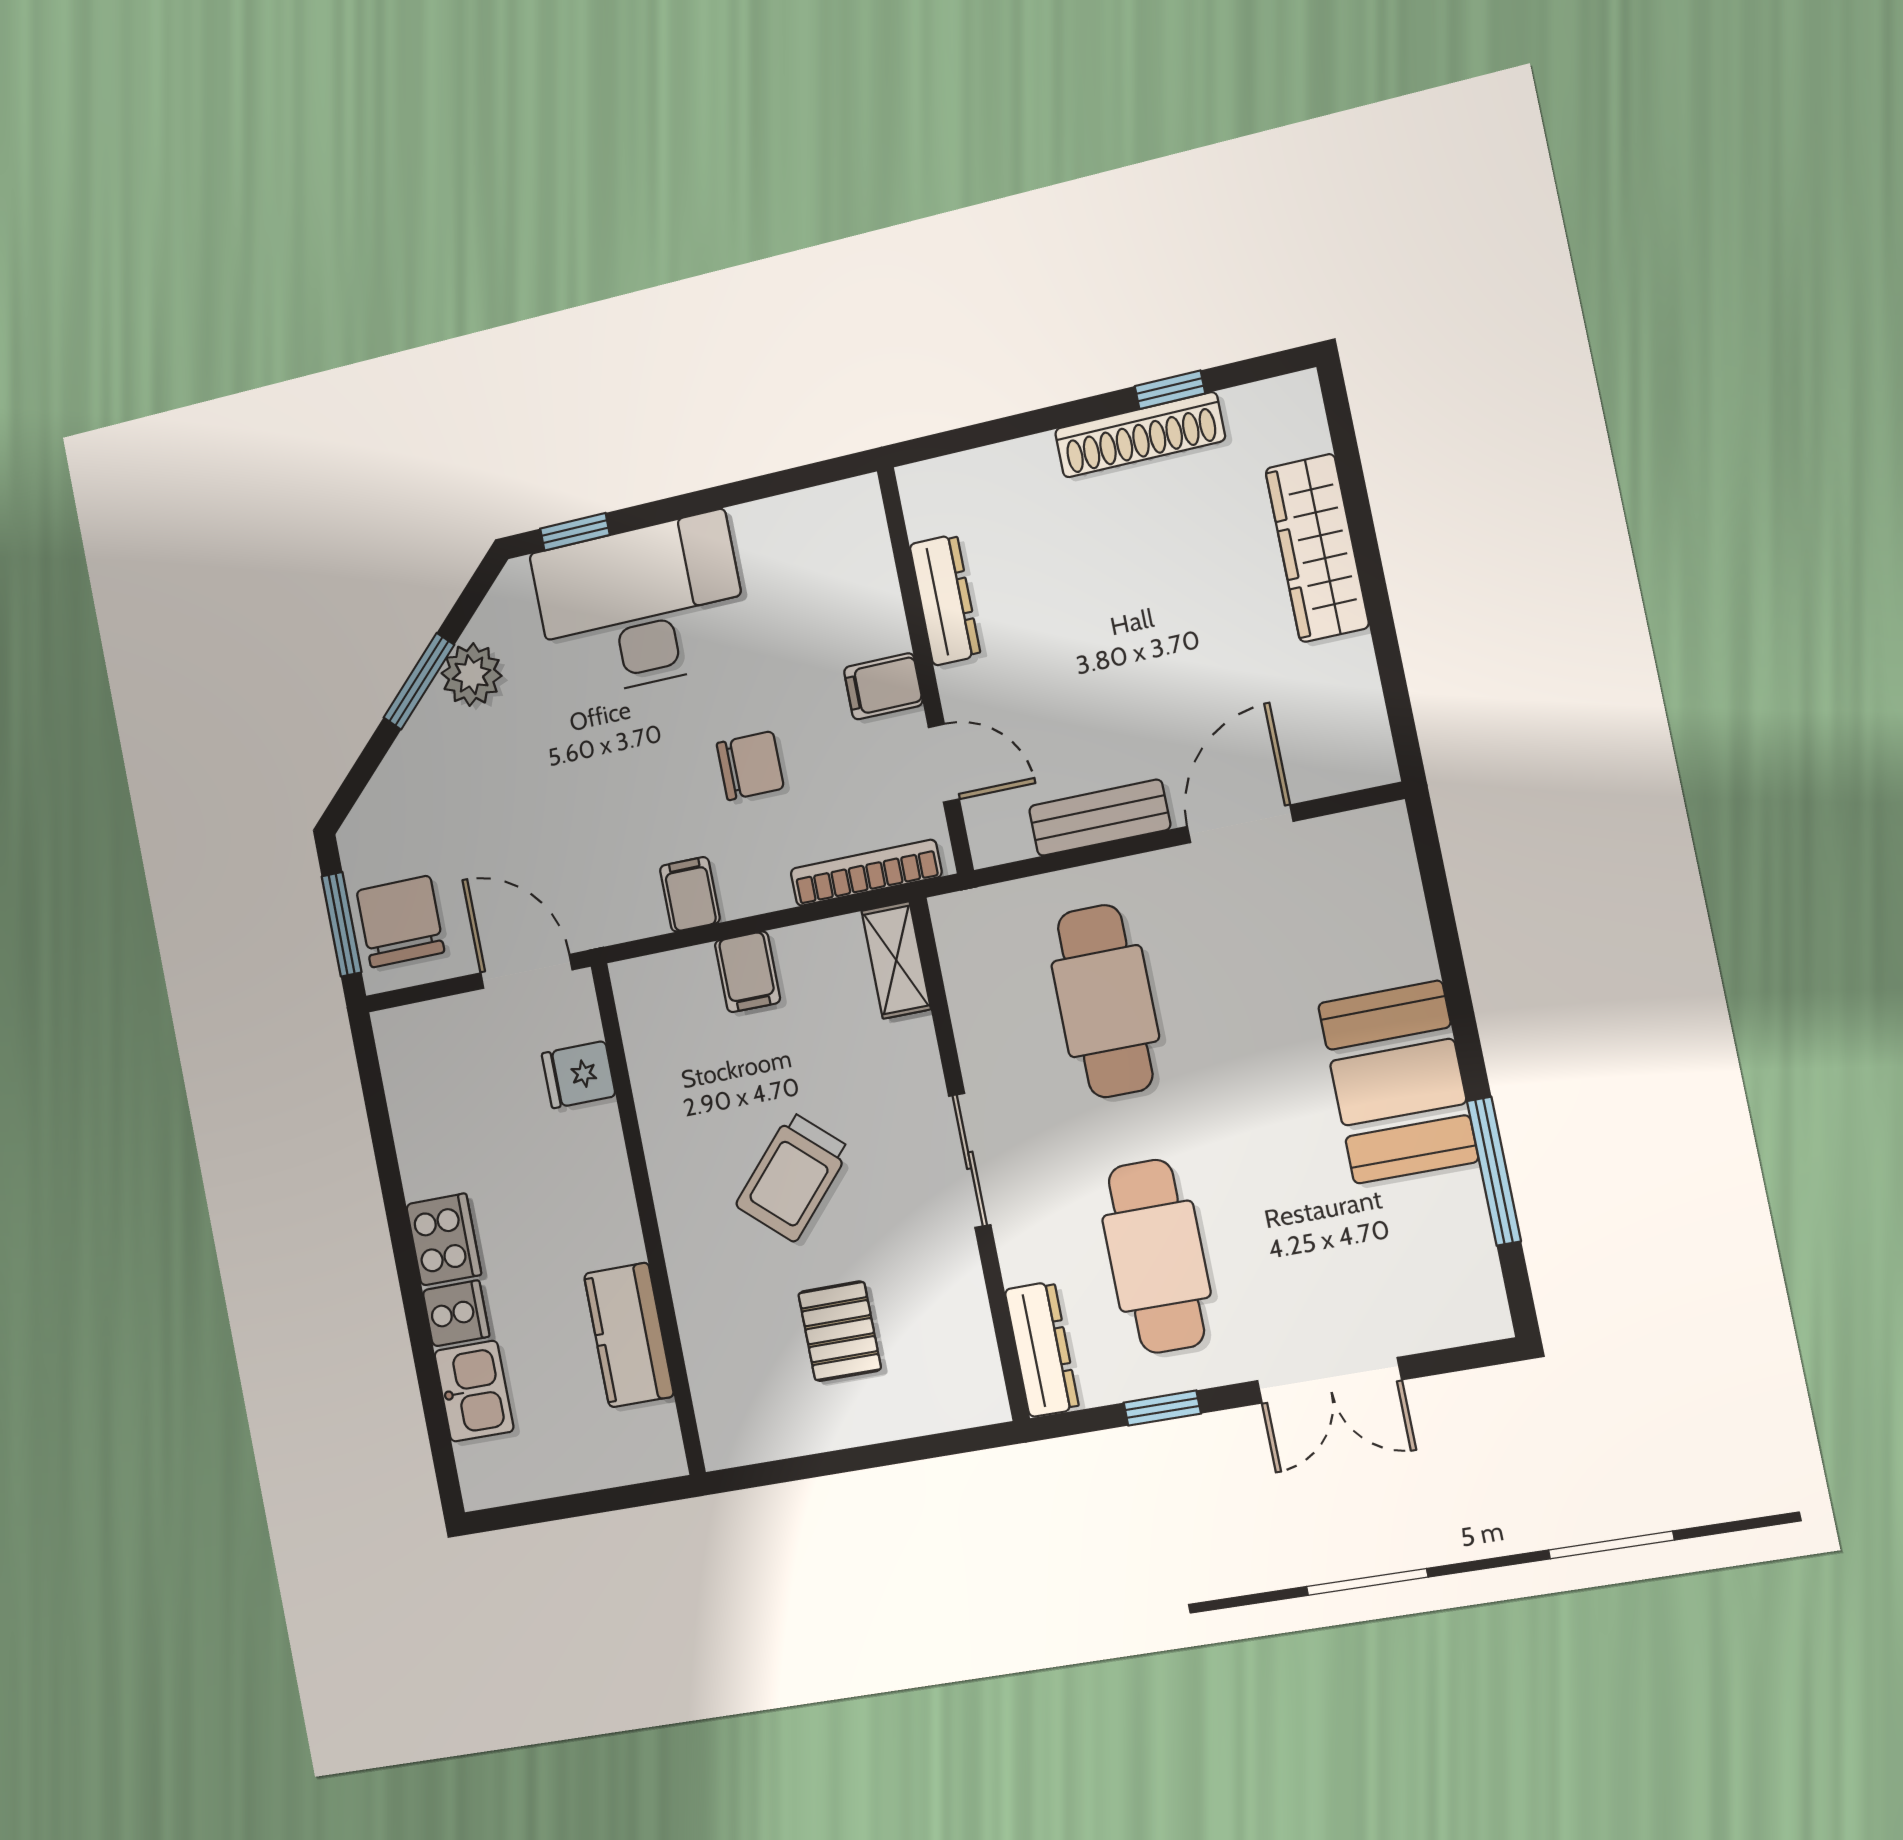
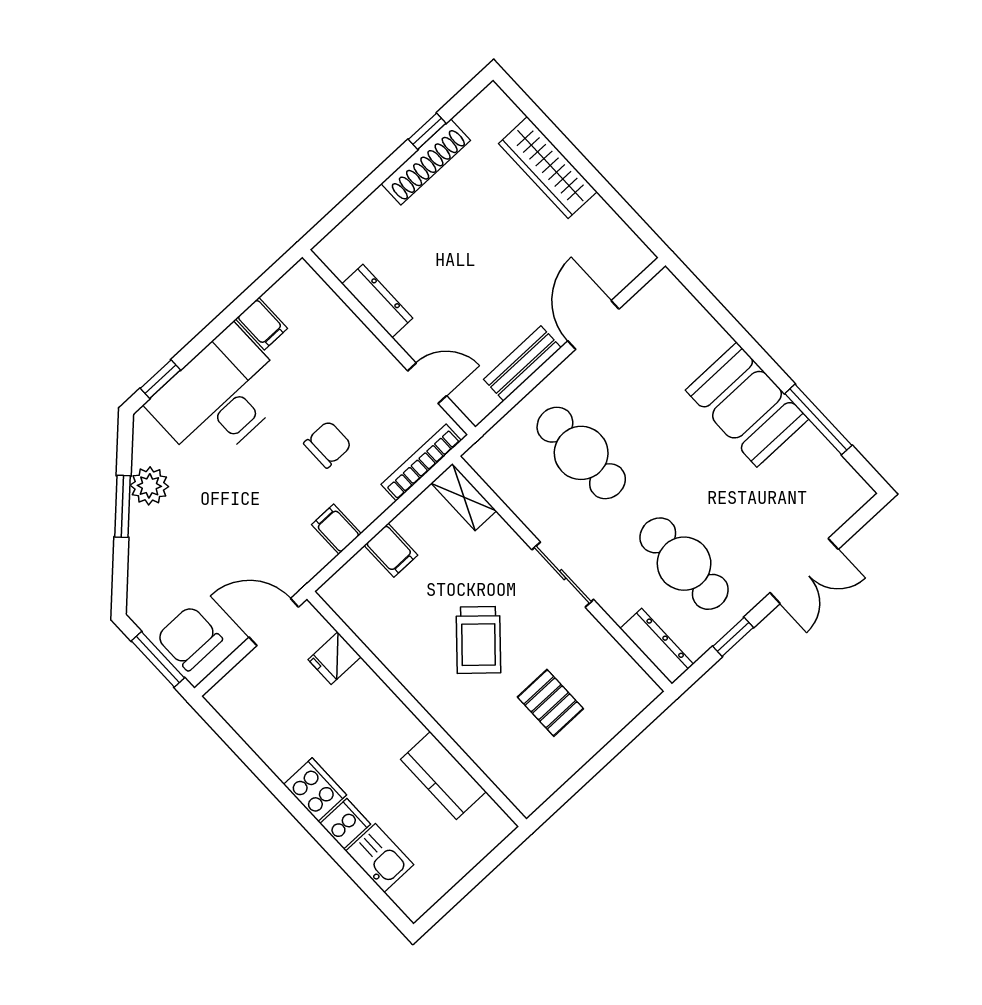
filing cabinet: (883, 686) -> (262, 324), moved, turned -90

